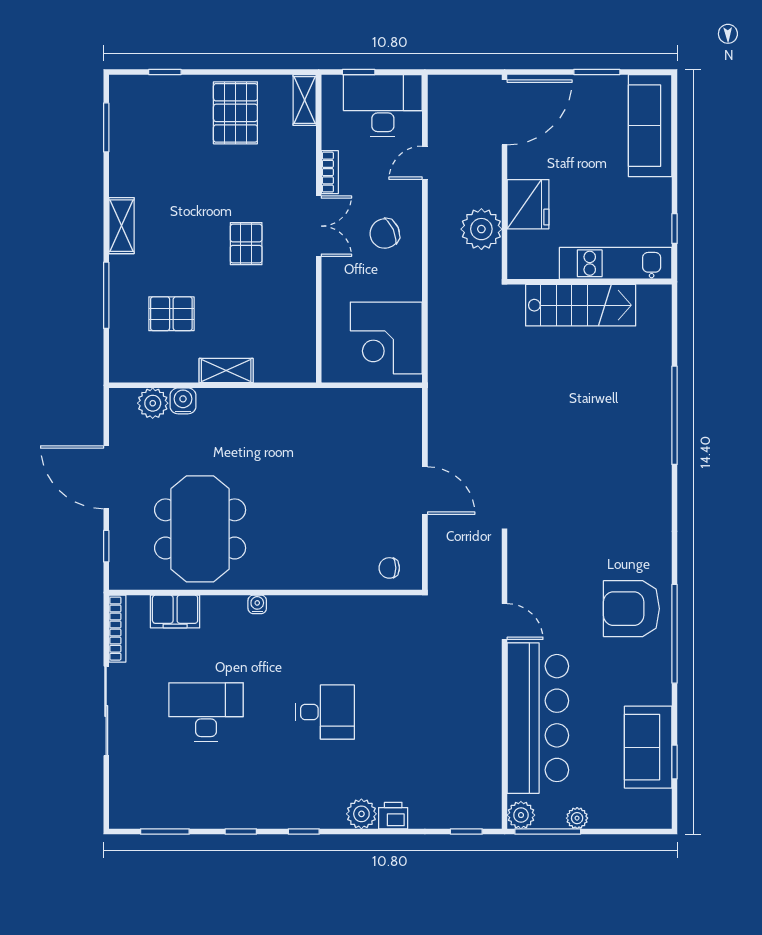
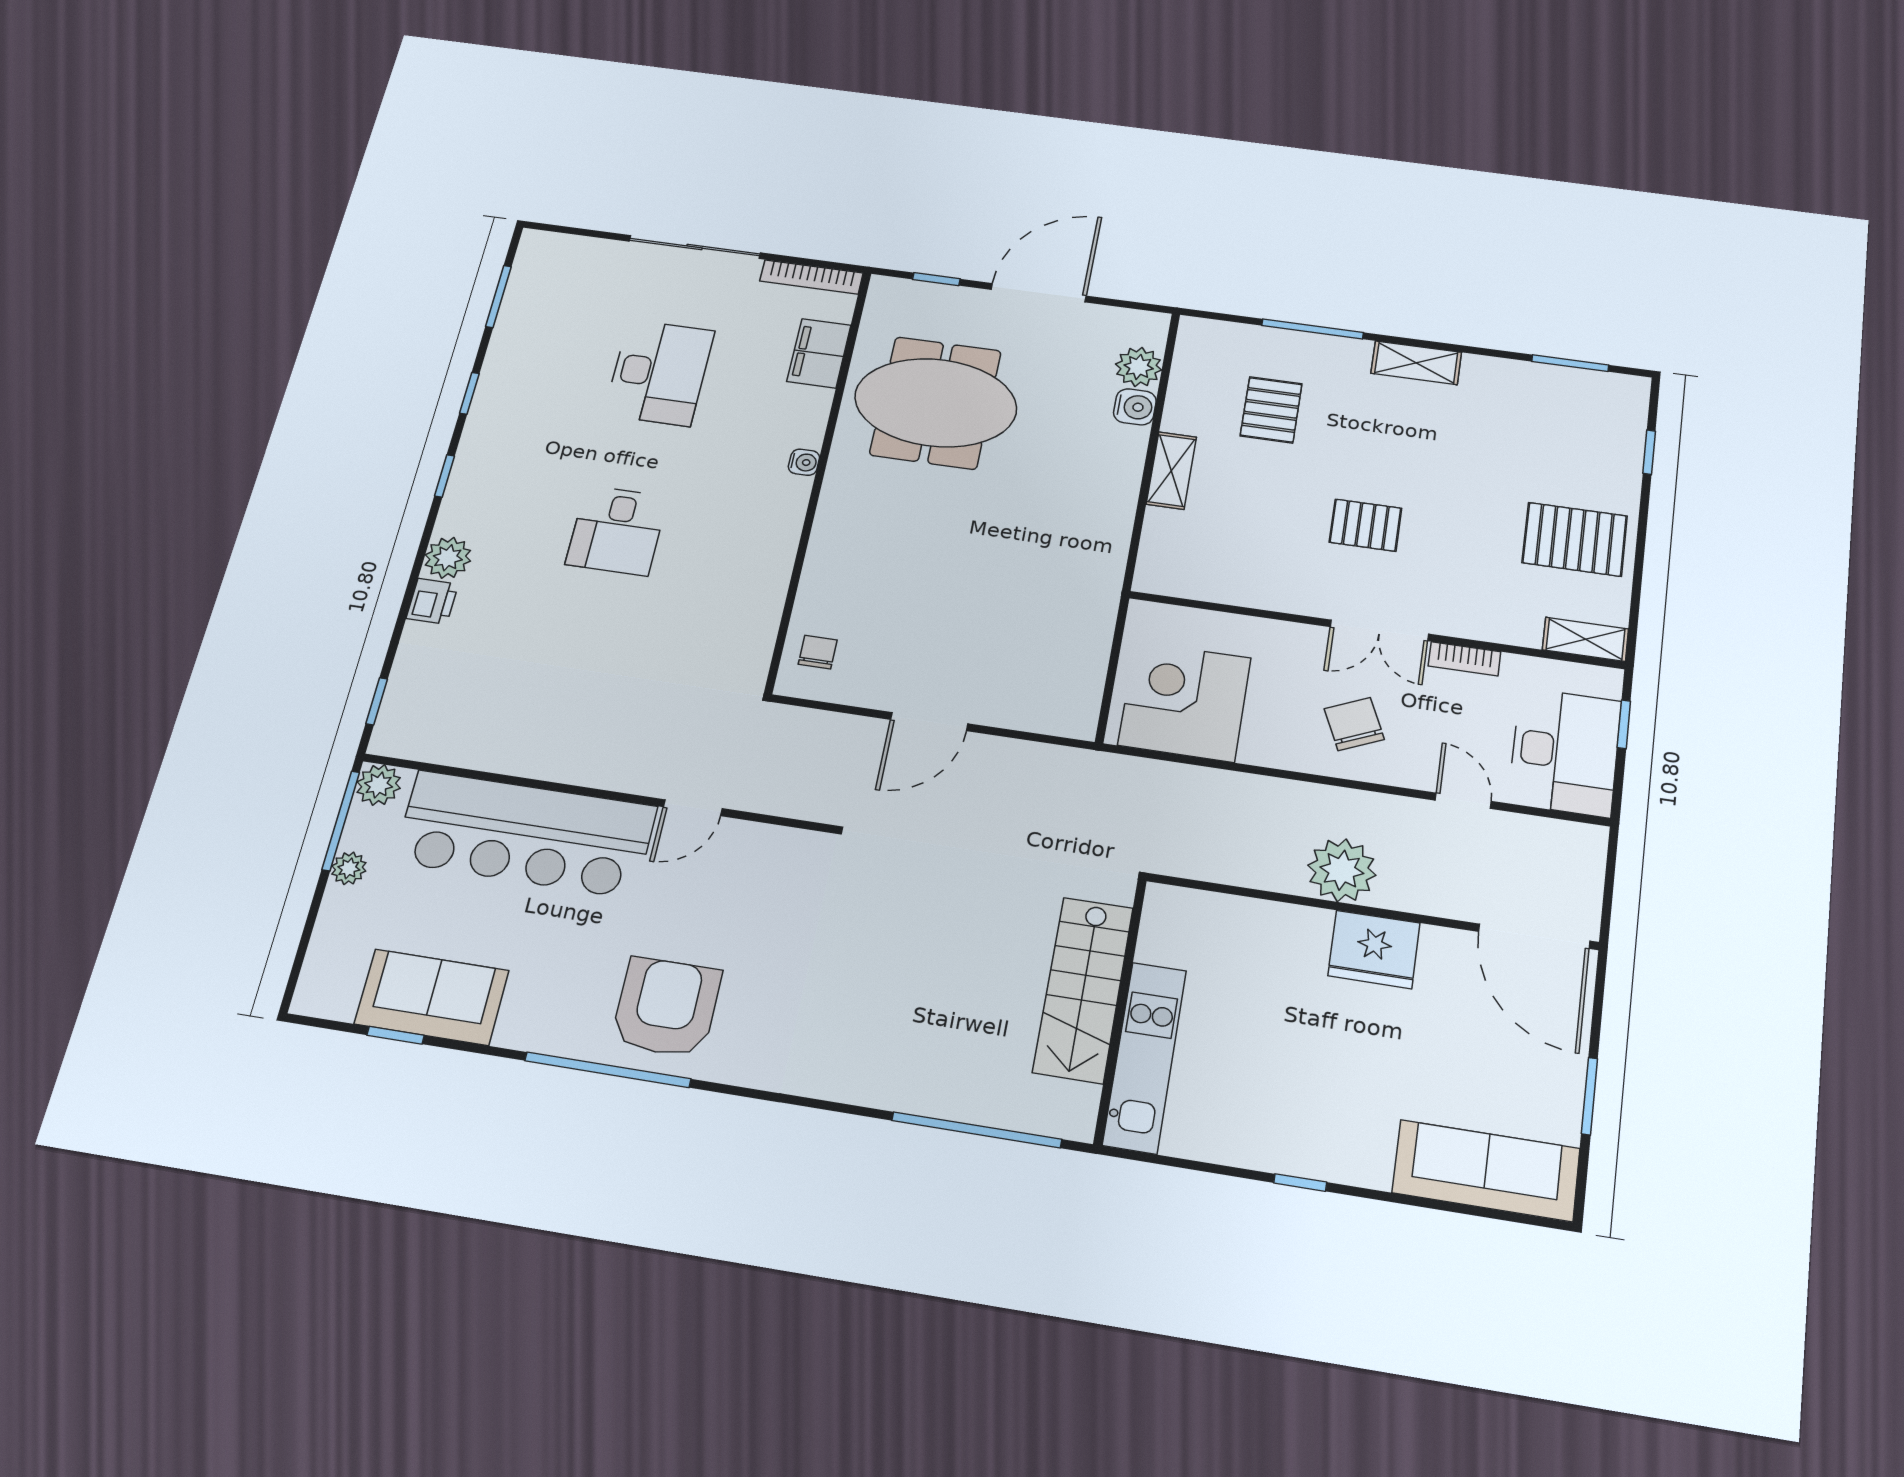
kitchen unit: (616, 263) -> (1145, 1057), moved
wall: (590, 282) -> (1120, 1010), moved
stairs: (581, 305) -> (1083, 989), moved

